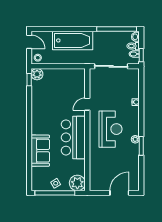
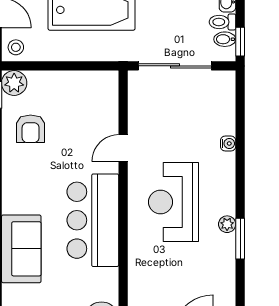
armchair: (45, 95) -> (31, 129), added
reception desk: (110, 129) -> (173, 202), turned 180

